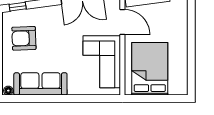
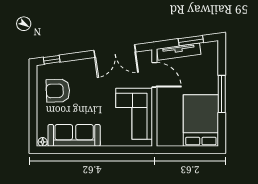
window: (191, 42) -> (222, 94), added
bed: (150, 69) -> (201, 121), moved

